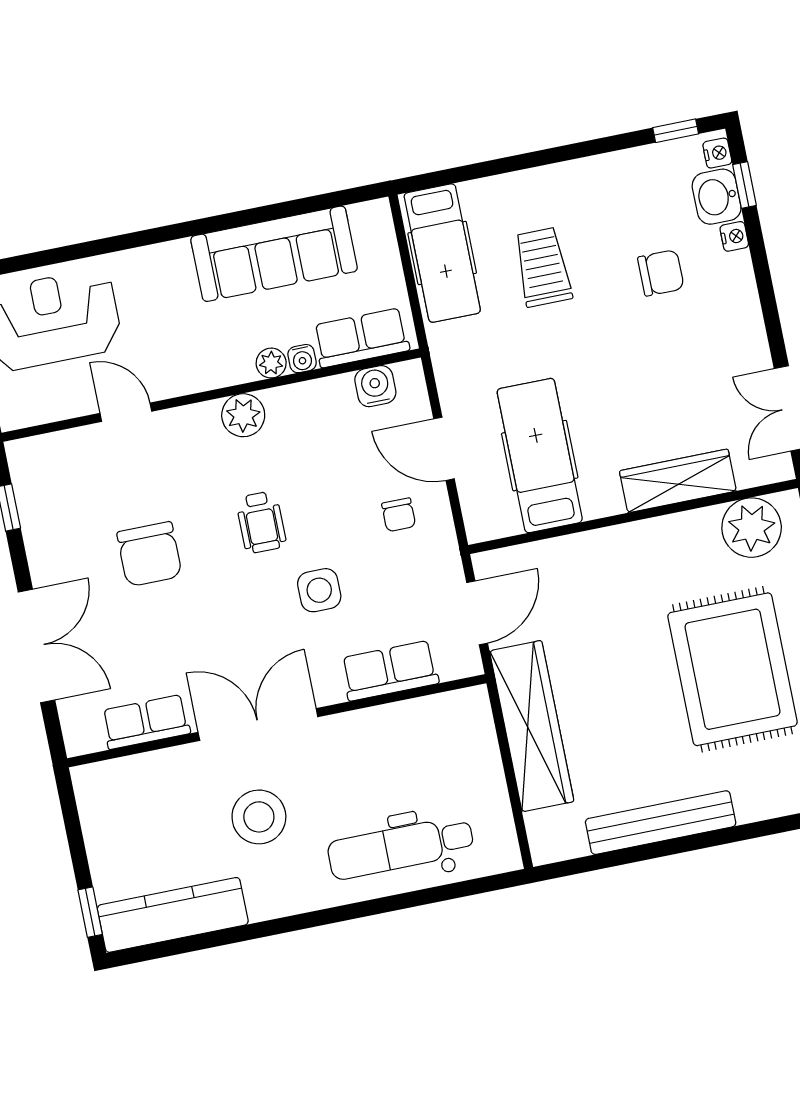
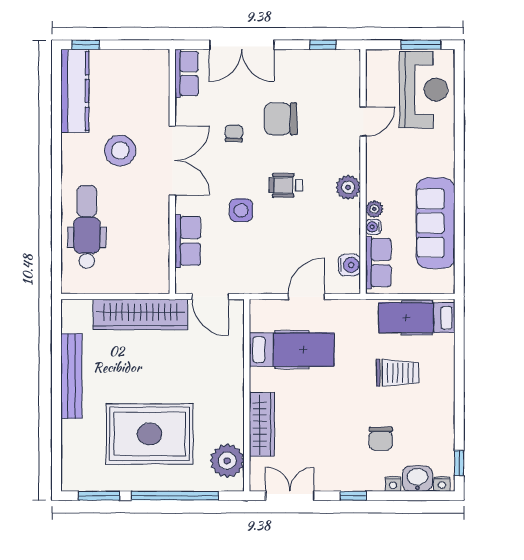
window: (745, 185) -> (353, 496), moved
chair: (399, 515) -> (234, 133), moved, turned 90
row of seats: (146, 722) -> (187, 74), moved

